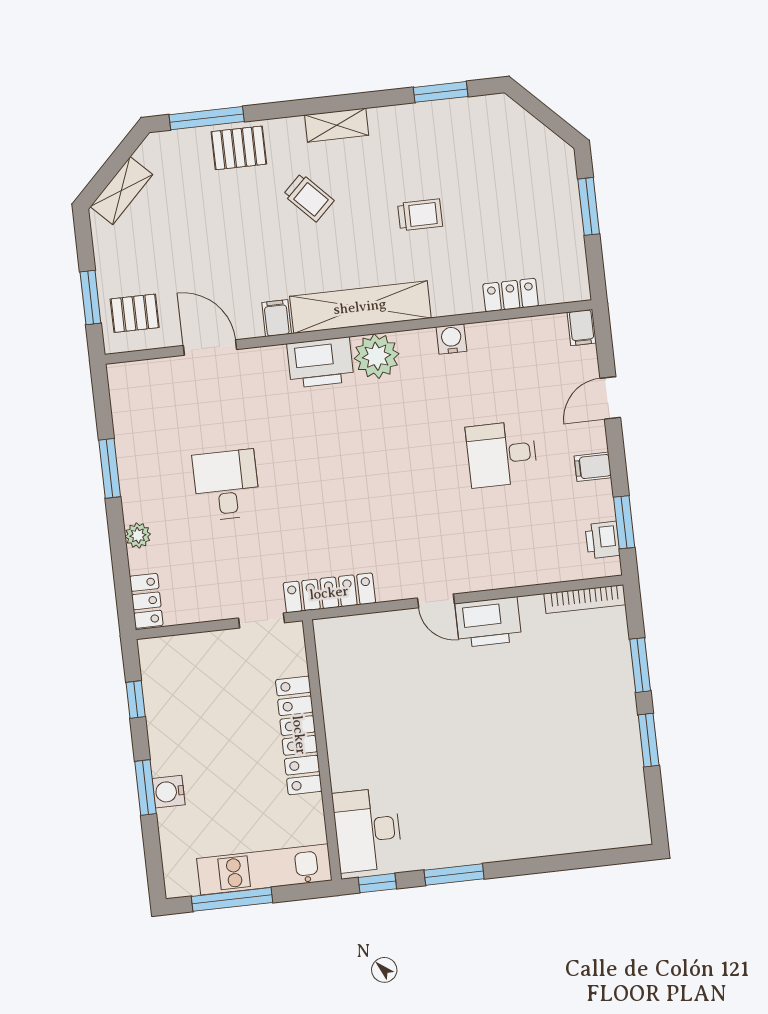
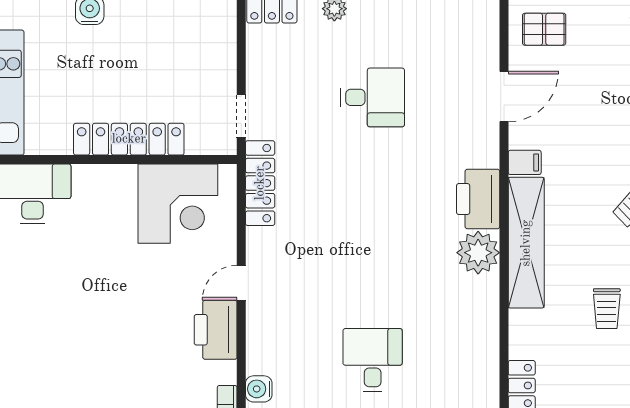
pallet: (135, 313) -> (544, 29), turned 90
water cooler: (451, 339) -> (259, 389), moved, turned 180
corner desk: (360, 676) -> (178, 204), added

